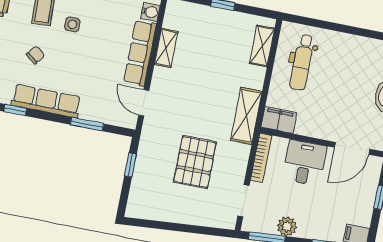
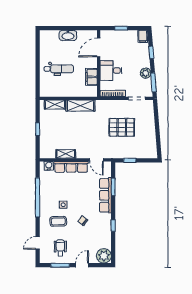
dental chair: (302, 62) -> (59, 69), moved
row of seats: (46, 101) -> (105, 195), moved
door: (144, 103) -> (96, 160), hinge flipped
shelving: (246, 116) -> (80, 105), moved
filing cabinet: (279, 120) -> (91, 77), moved
door: (352, 148) -> (99, 47), swing flipped

